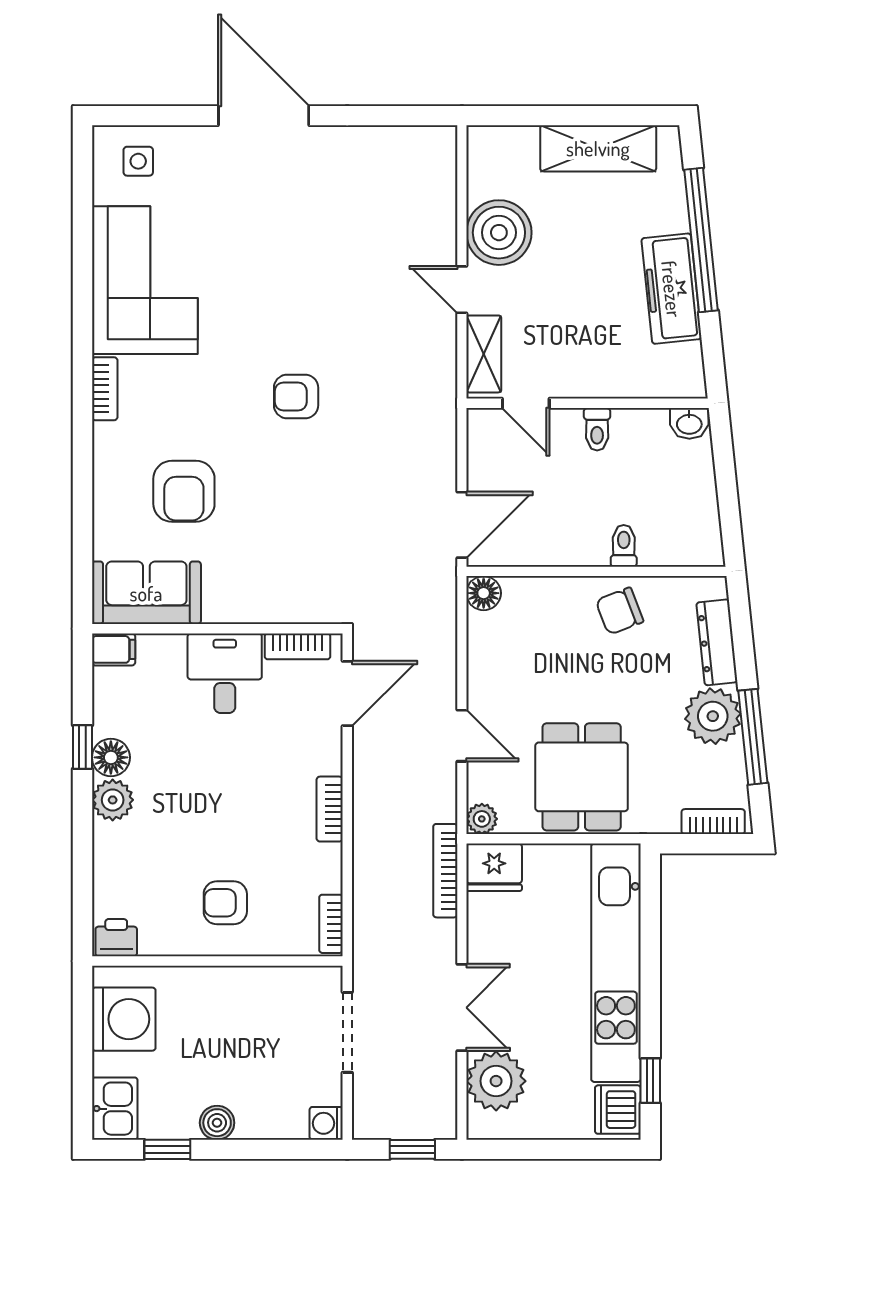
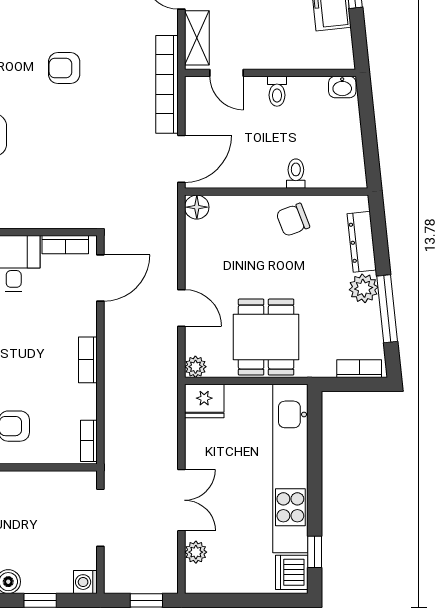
plant: (713, 716) -> (364, 288), width x0.73, depth x0.73
bookcase: (445, 871) -> (167, 84), moved, width x1.48, depth x1.31
plant: (496, 1081) -> (196, 552), width x0.53, depth x0.53
window: (262, 1149) -> (40, 600), added

